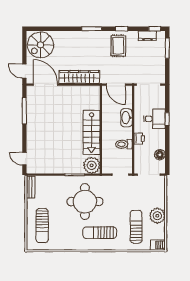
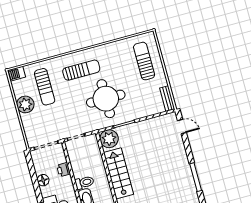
printer: (139, 139) -> (64, 170), moved
toilet: (124, 144) -> (84, 182), moved
floor lamp: (160, 155) -> (43, 180), moved

